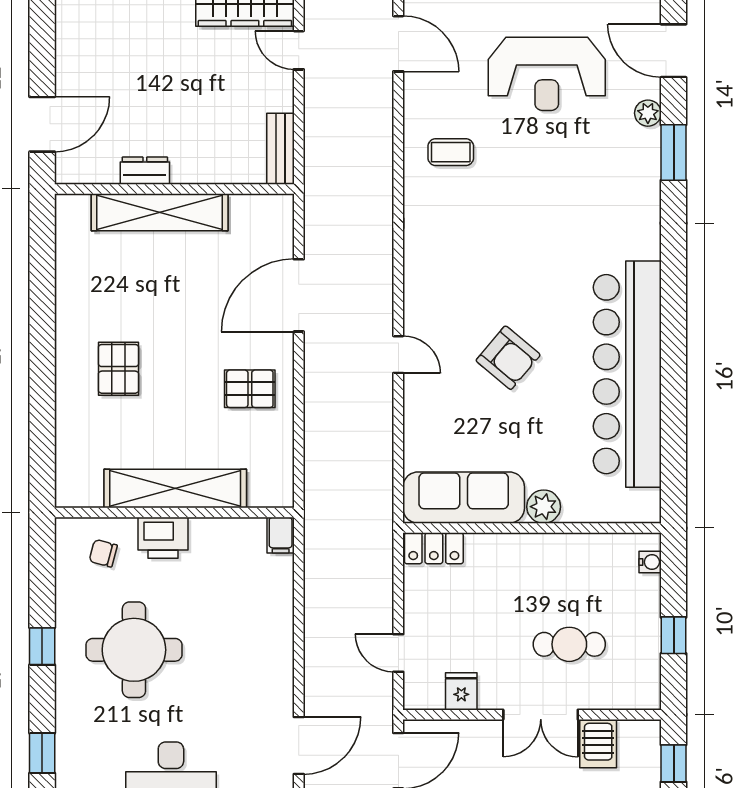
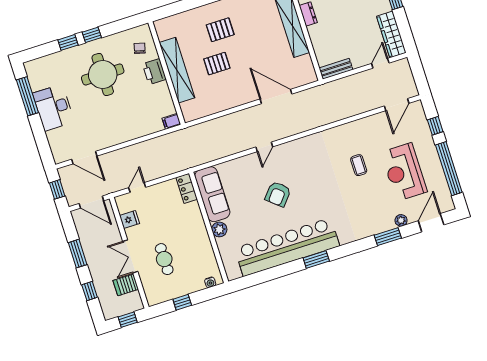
coffee table: (451, 152) -> (359, 165), moved
window: (674, 321) -> (316, 259), added
pallet: (250, 389) -> (217, 64), moved, turned 90
window: (42, 753) -> (68, 42), moved

